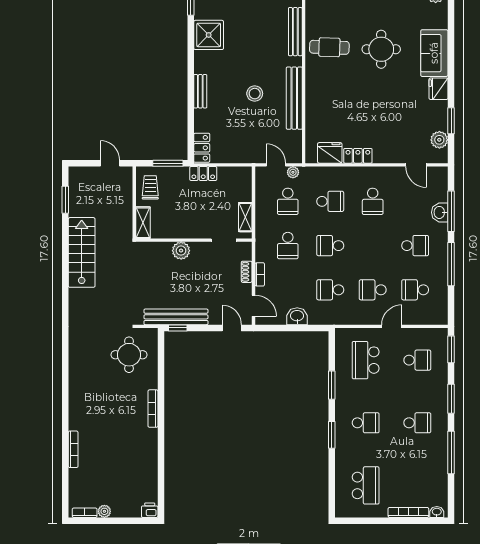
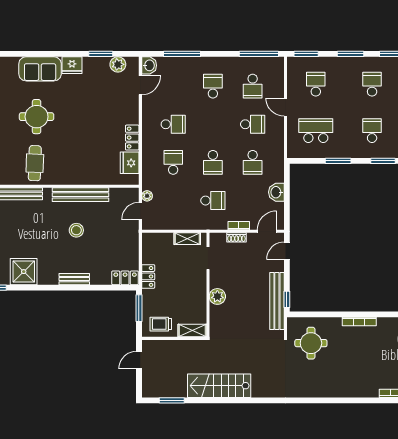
school desk: (288, 201) -> (173, 201), removed
washbasin: (440, 212) -> (149, 65), moved, turned -90
window: (451, 264) -> (259, 54), moved
school desk: (373, 290) -> (253, 124), turned -90
school desk: (366, 360) -> (316, 131), turned 180

